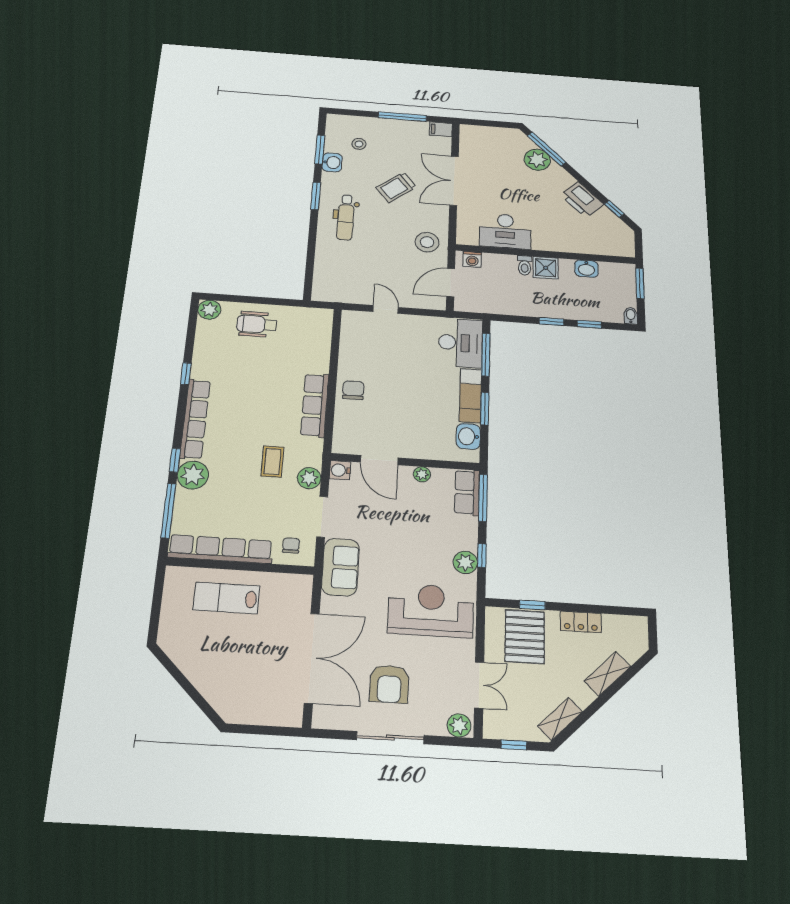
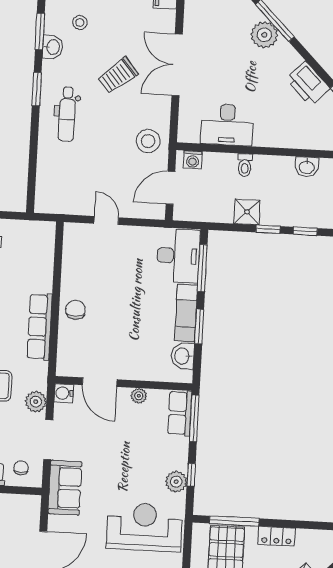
shower: (546, 268) -> (247, 212), moved
window: (532, 605) -> (234, 521), width x2.17

